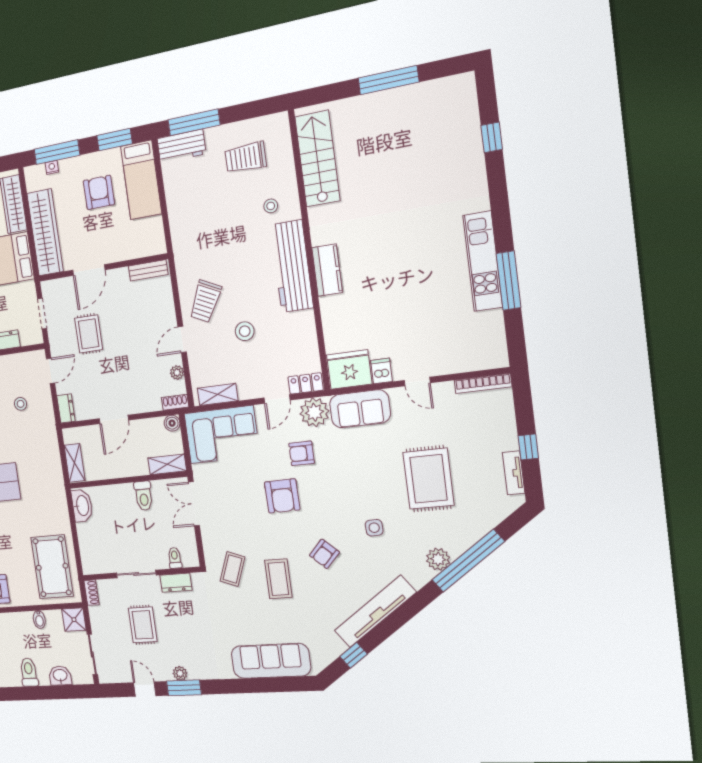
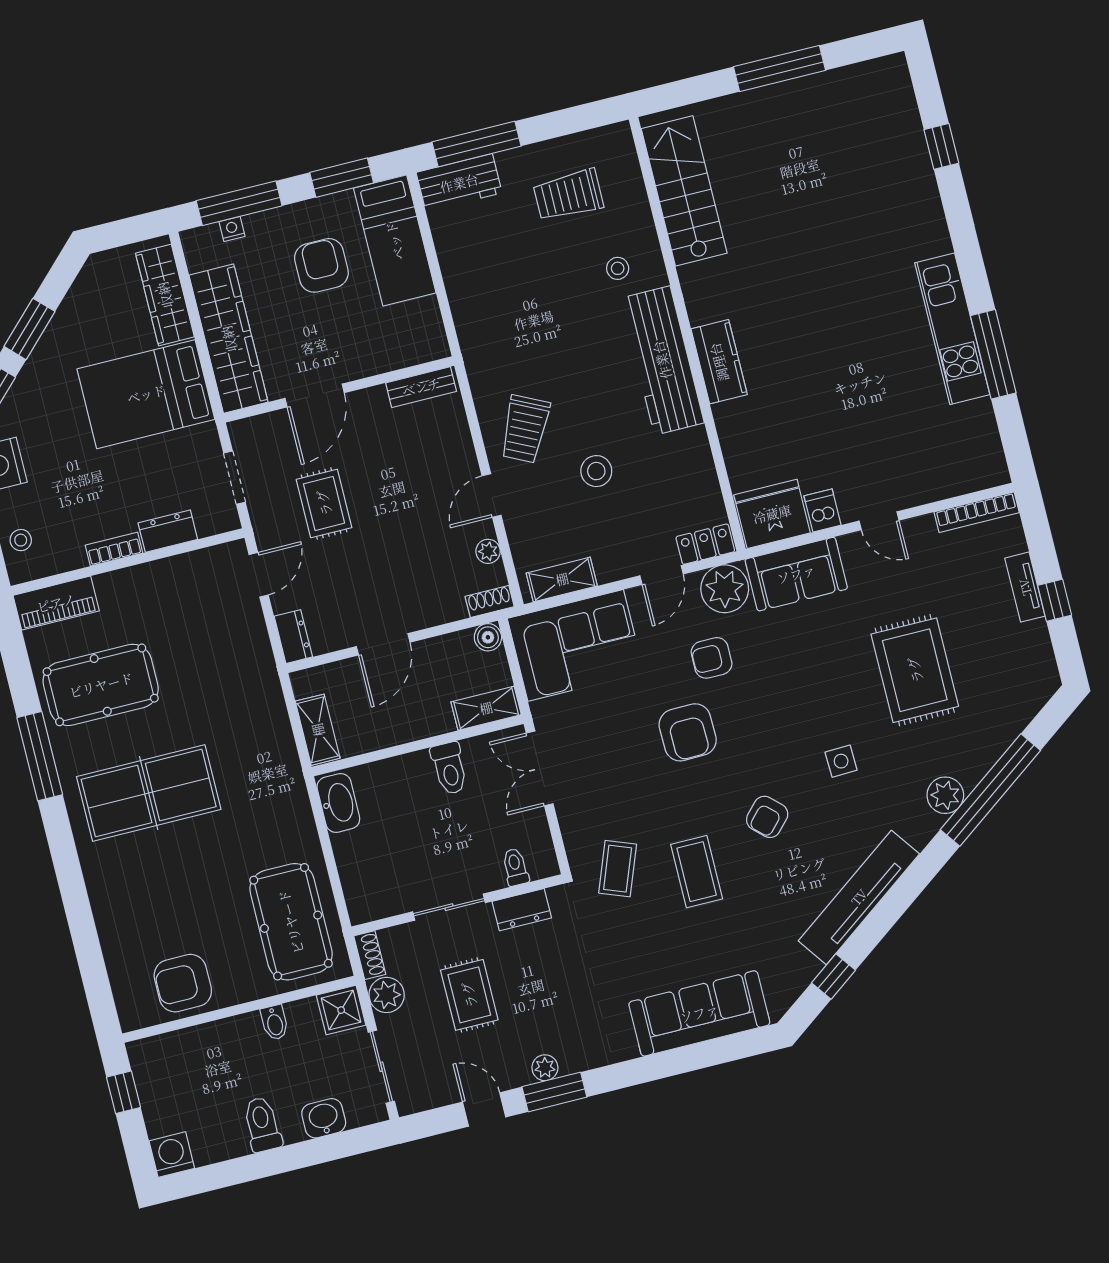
stool: (21, 404) -> (206, 639), removed
tv unit: (514, 473) -> (1025, 587), moved
plant: (98, 616) -> (387, 995), added

